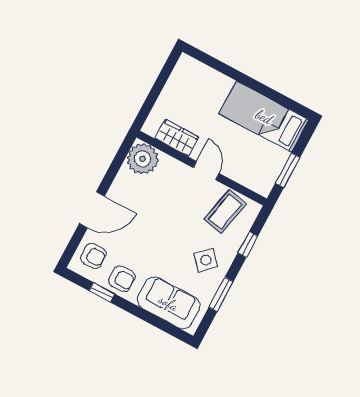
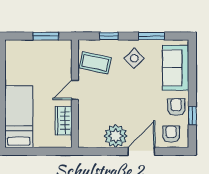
bed: (264, 117) -> (19, 117), moved, turned 180
plant: (143, 159) -> (116, 136), moved
door: (92, 210) -> (141, 151), hinge flipped

